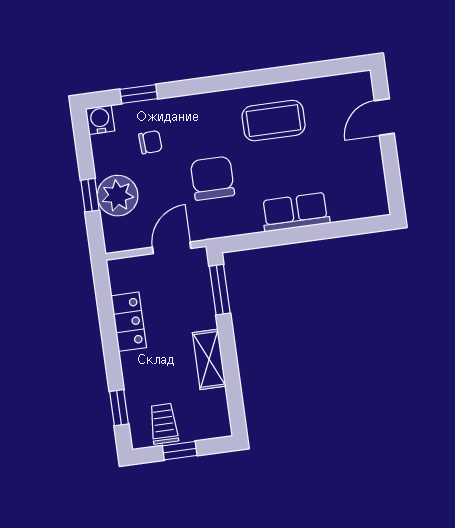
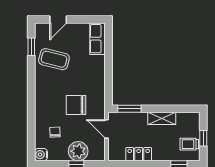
window: (139, 94) -> (31, 47), moved
door: (384, 117) -> (58, 19), hinge flipped
coffee table: (274, 121) -> (54, 59), moved, turned -76
row of seats: (295, 212) -> (97, 39), moved

